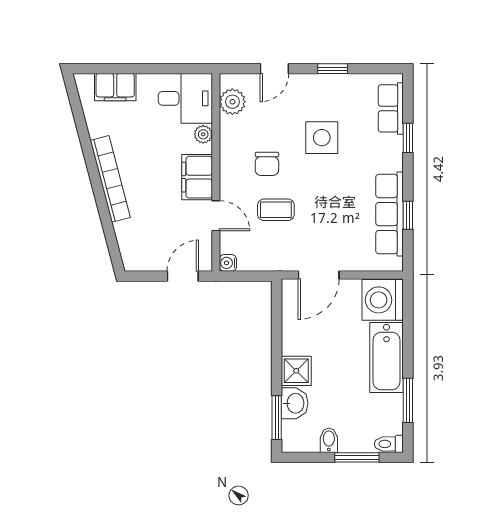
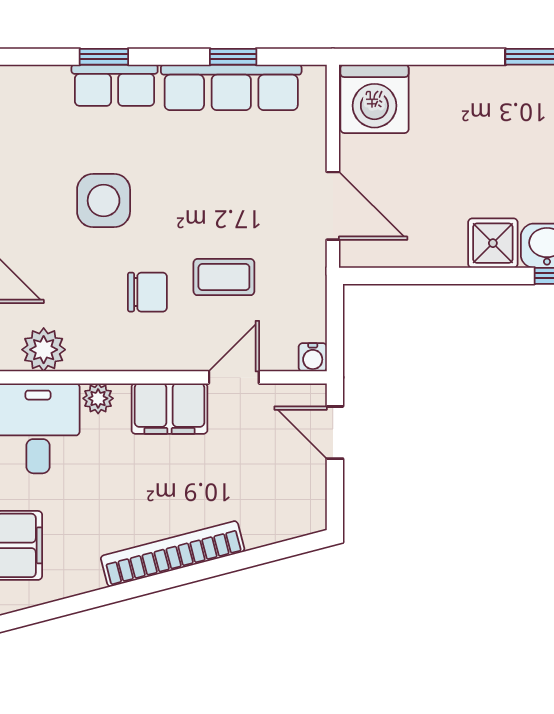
row of seats: (391, 108) -> (115, 85), moved
coffee table: (276, 210) -> (224, 277), turned 90
bathtub: (387, 357) -> (471, 92), removed

